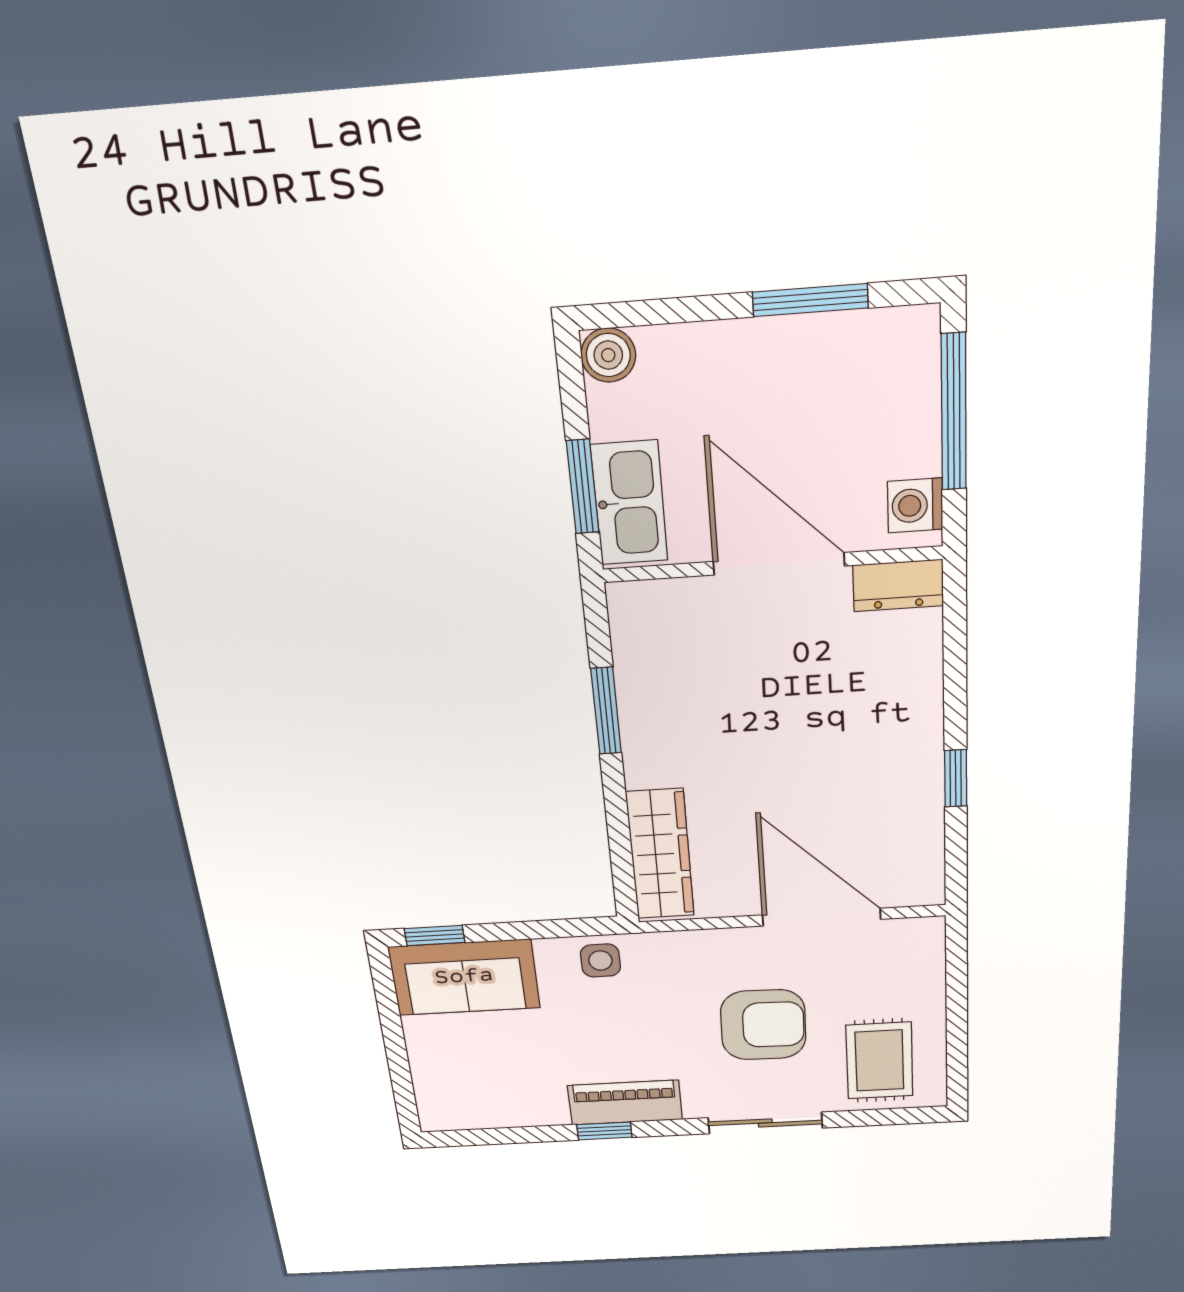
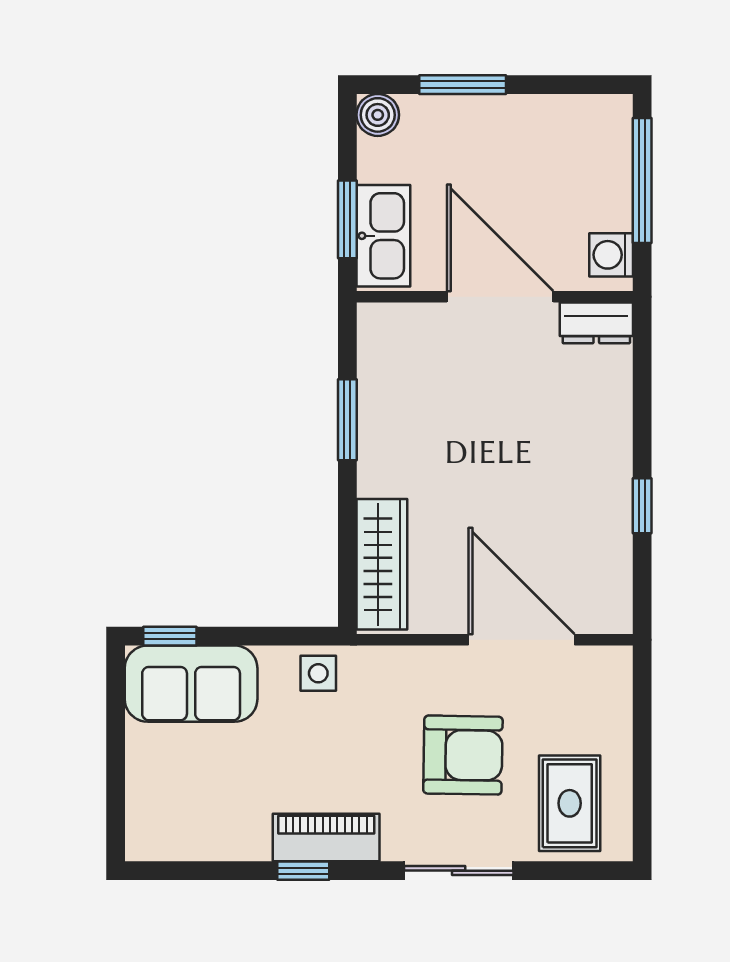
window: (810, 300) -> (463, 85), moved

